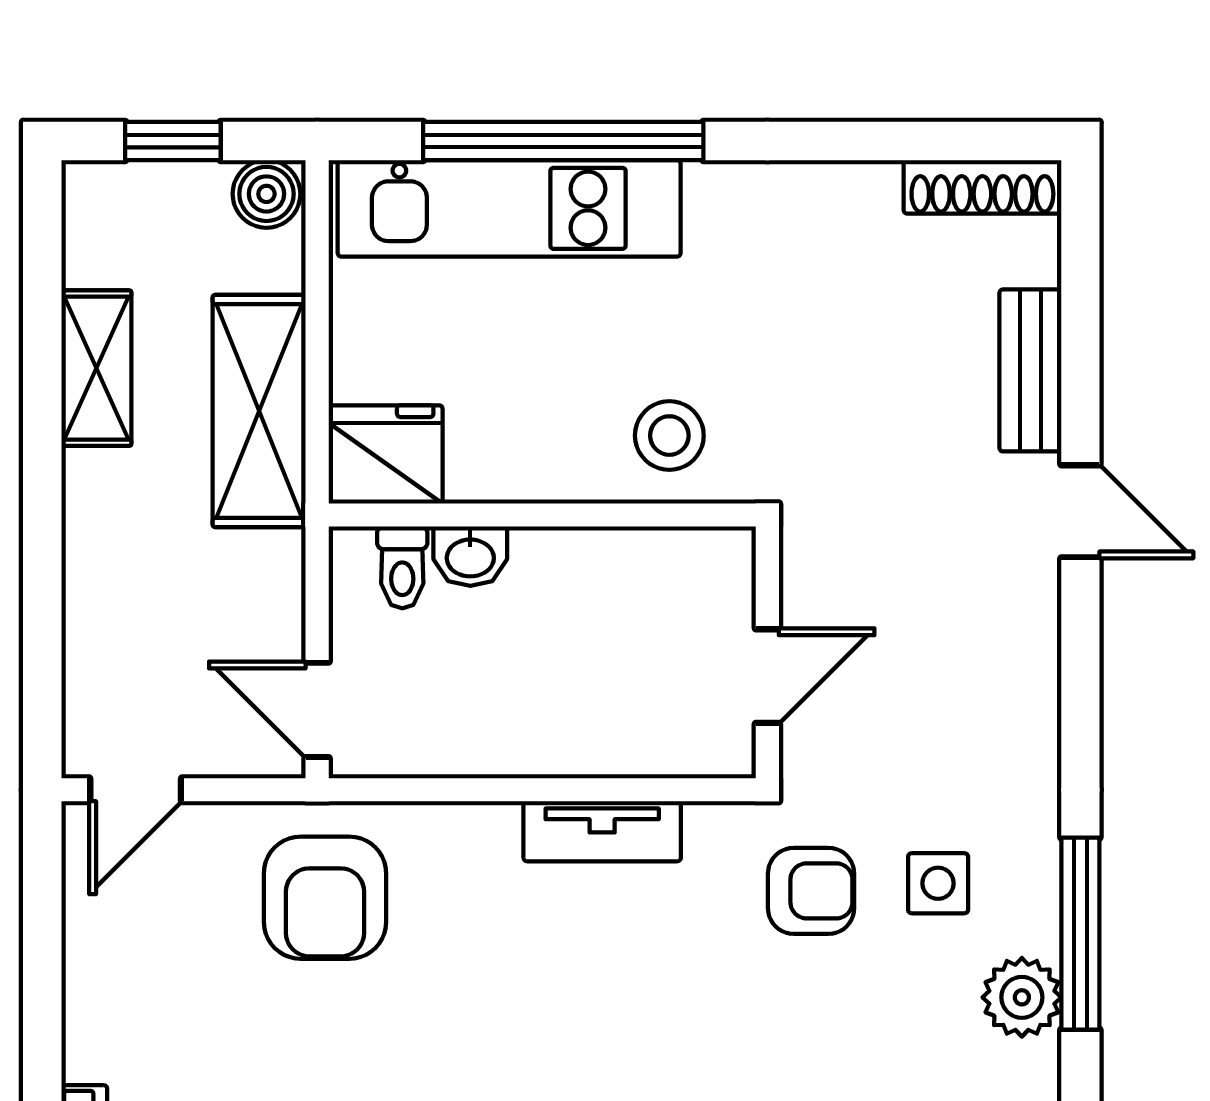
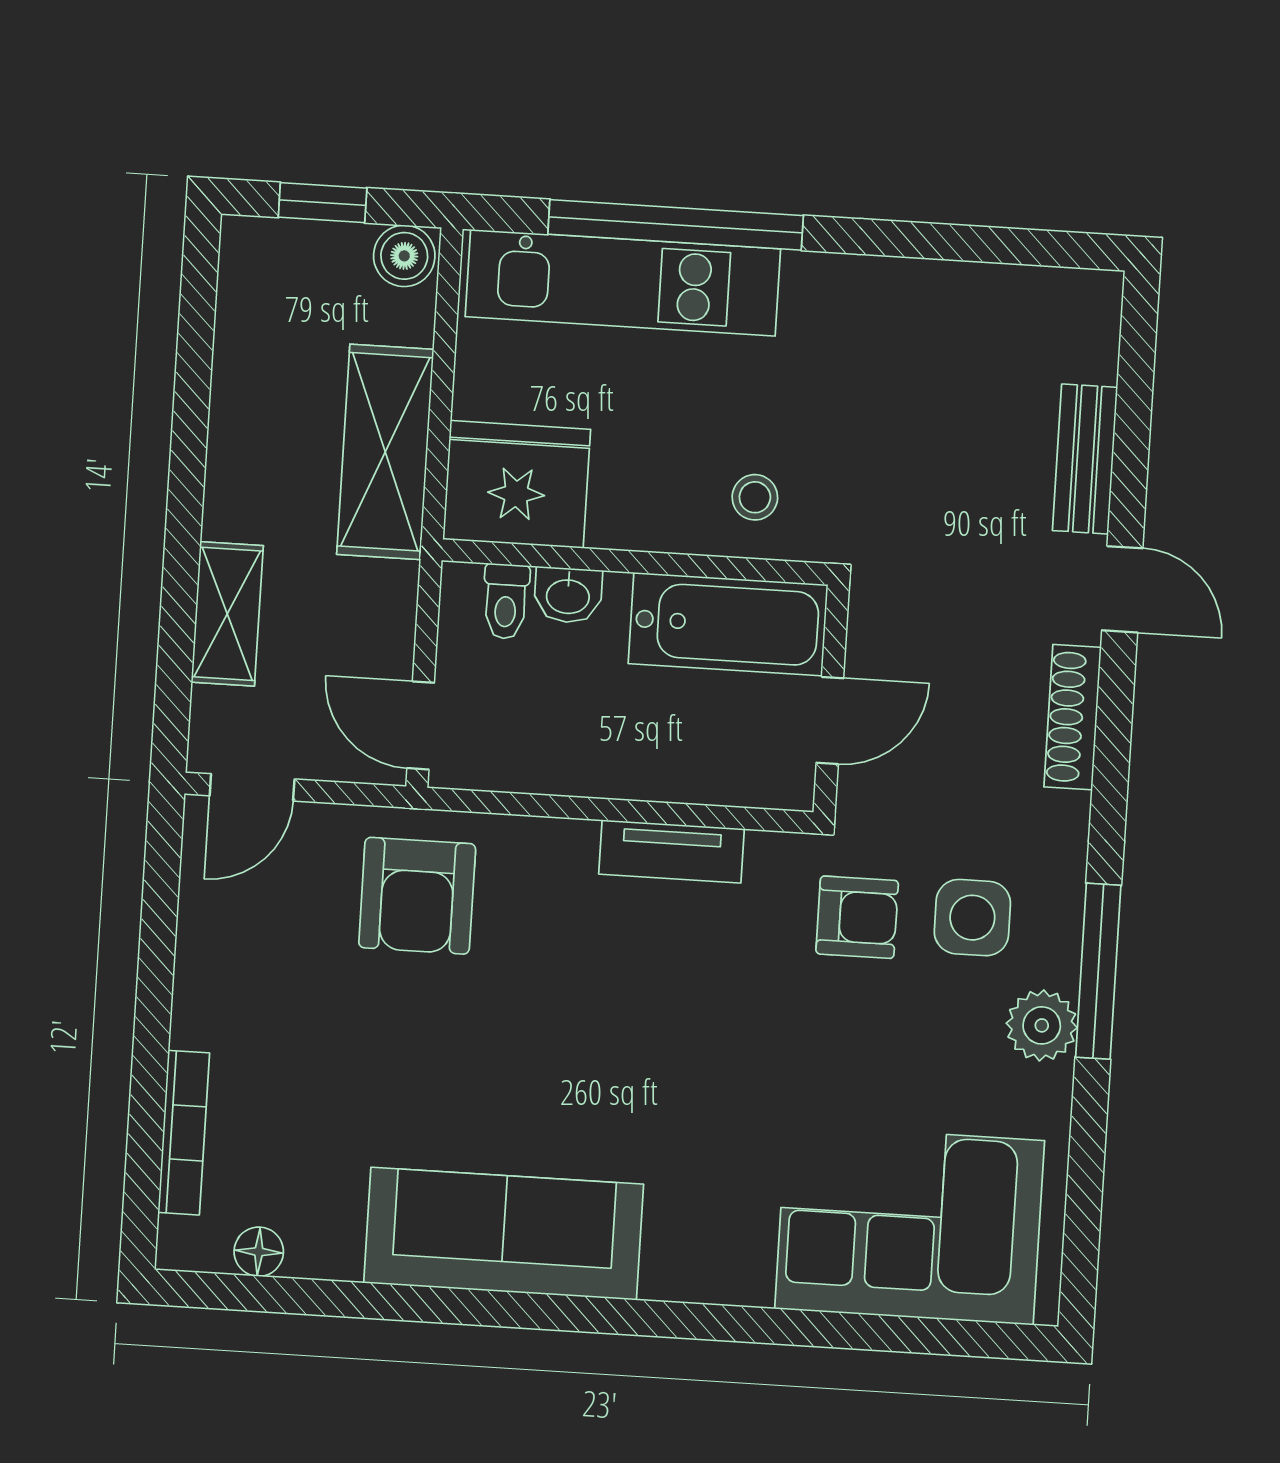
shoe rack: (982, 187) -> (1073, 717), moved, turned 90
shelving: (96, 368) -> (227, 614), moved
stool: (669, 436) -> (755, 497), width x0.73, depth x0.73
fridge: (386, 454) -> (517, 484), width x1.36, depth x1.34
bathtub: (649, 577) -> (728, 624), added
side table: (938, 883) -> (972, 918), width x1.37, depth x1.37

